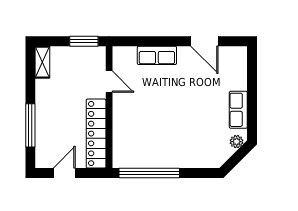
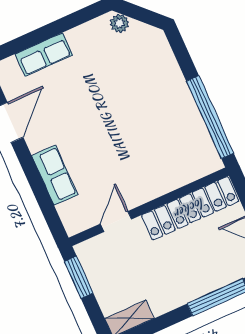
row of seats: (238, 110) -> (44, 55), moved

